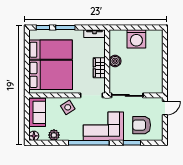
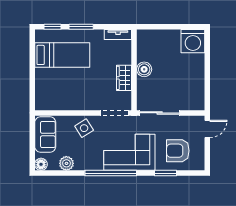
washing machine: (136, 39) -> (193, 41), moved
bed: (51, 75) -> (62, 87), removed

